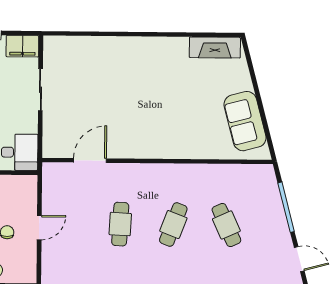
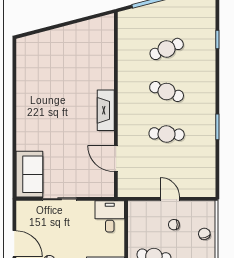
filing cabinet: (22, 46) -> (25, 214), removed
fireplace: (215, 47) -> (106, 110), moved, turned 180
sofa: (245, 121) -> (29, 174), moved, turned -75

